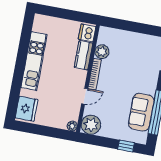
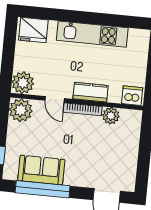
kitchen counter: (83, 55) -> (91, 92), moved
plant: (72, 126) -> (23, 83), width x1.87, depth x1.87

